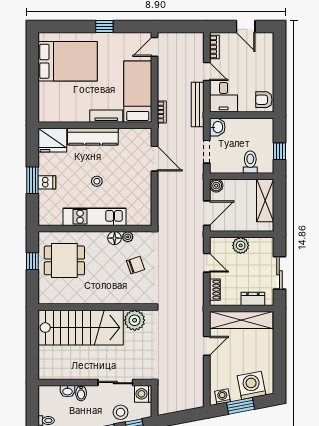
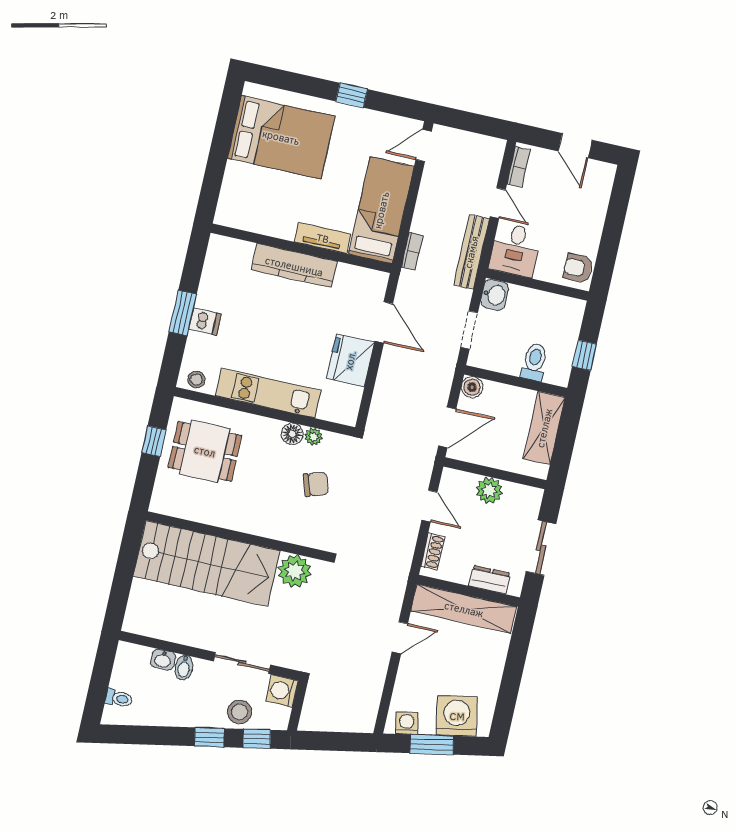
fridge: (52, 140) -> (350, 360), moved, turned 90
stool: (97, 181) -> (196, 380), moved

